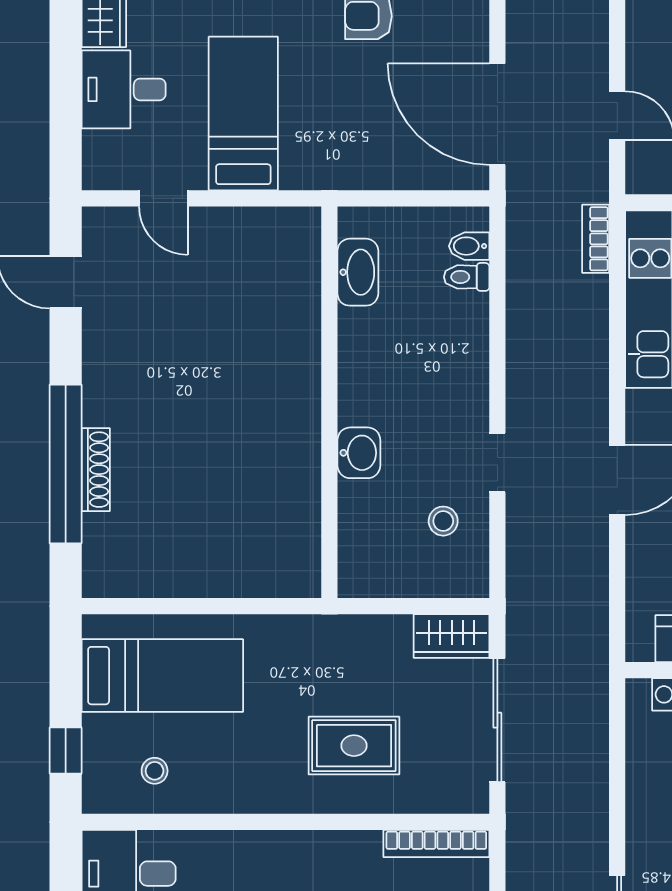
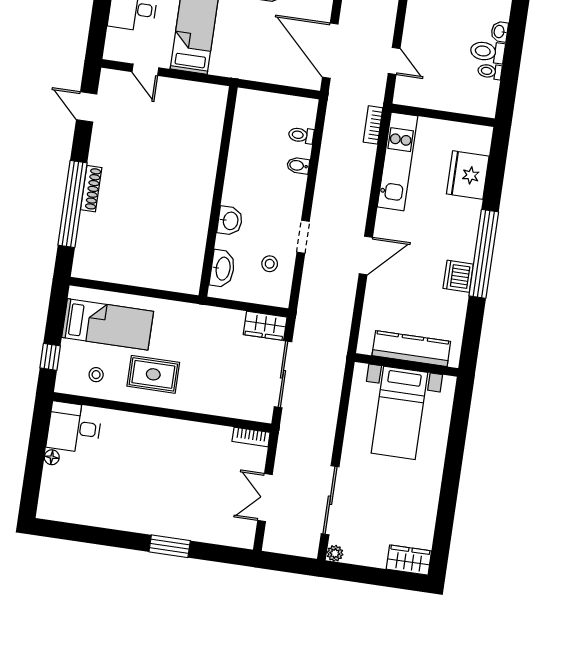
bidet: (469, 246) -> (298, 166), moved
washbasin: (358, 272) -> (222, 269), moved
shoe rack: (96, 470) -> (91, 189), moved
rug: (354, 746) -> (153, 374), moved
bookcase: (436, 844) -> (251, 437), width x0.64

